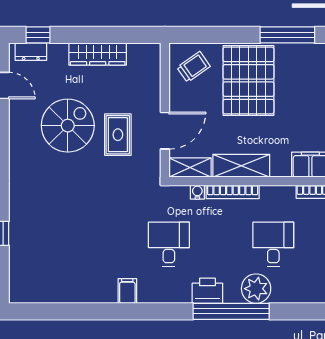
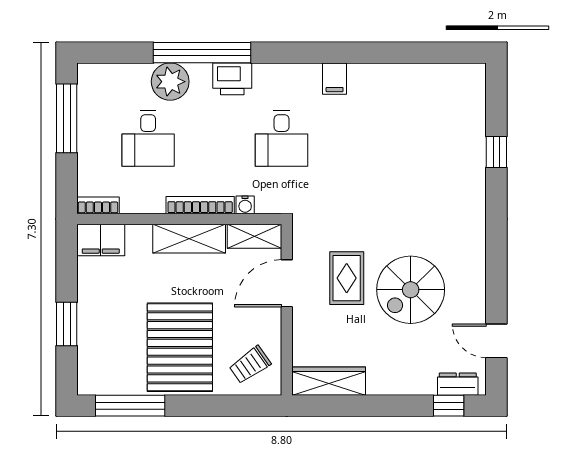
wardrobe: (98, 54) -> (329, 381), moved

